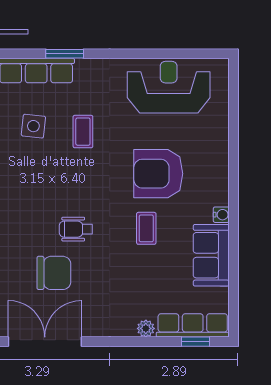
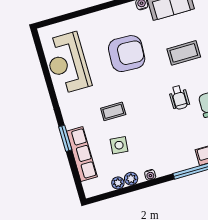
armchair: (158, 174) -> (127, 54), turned -87
coffee table: (146, 228) -> (184, 53), moved, width x1.36, depth x1.30

